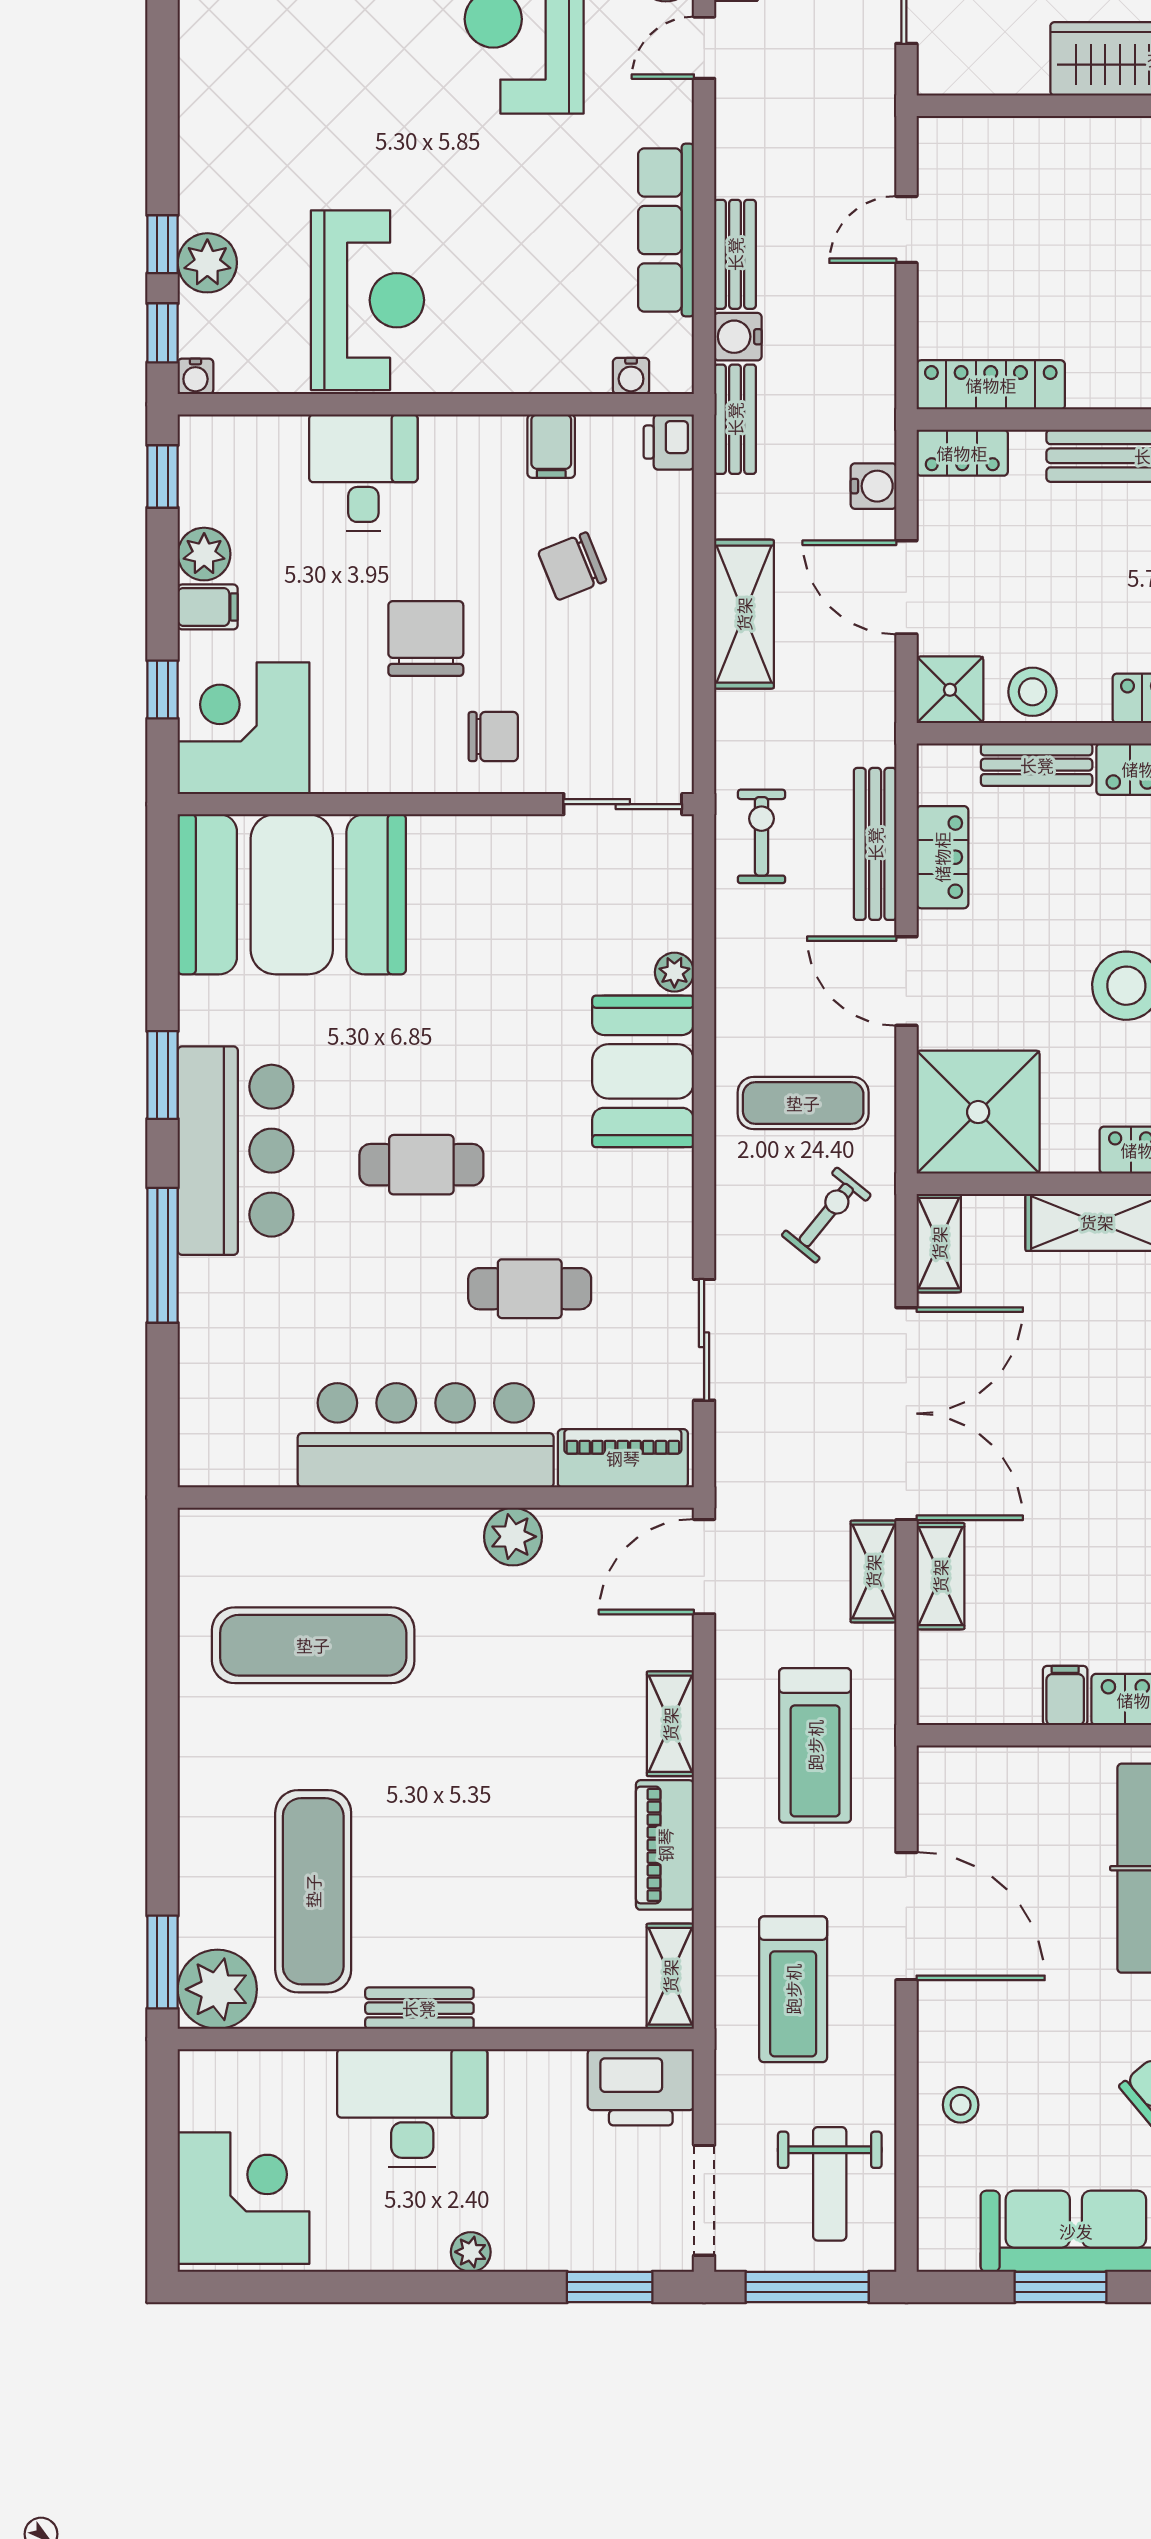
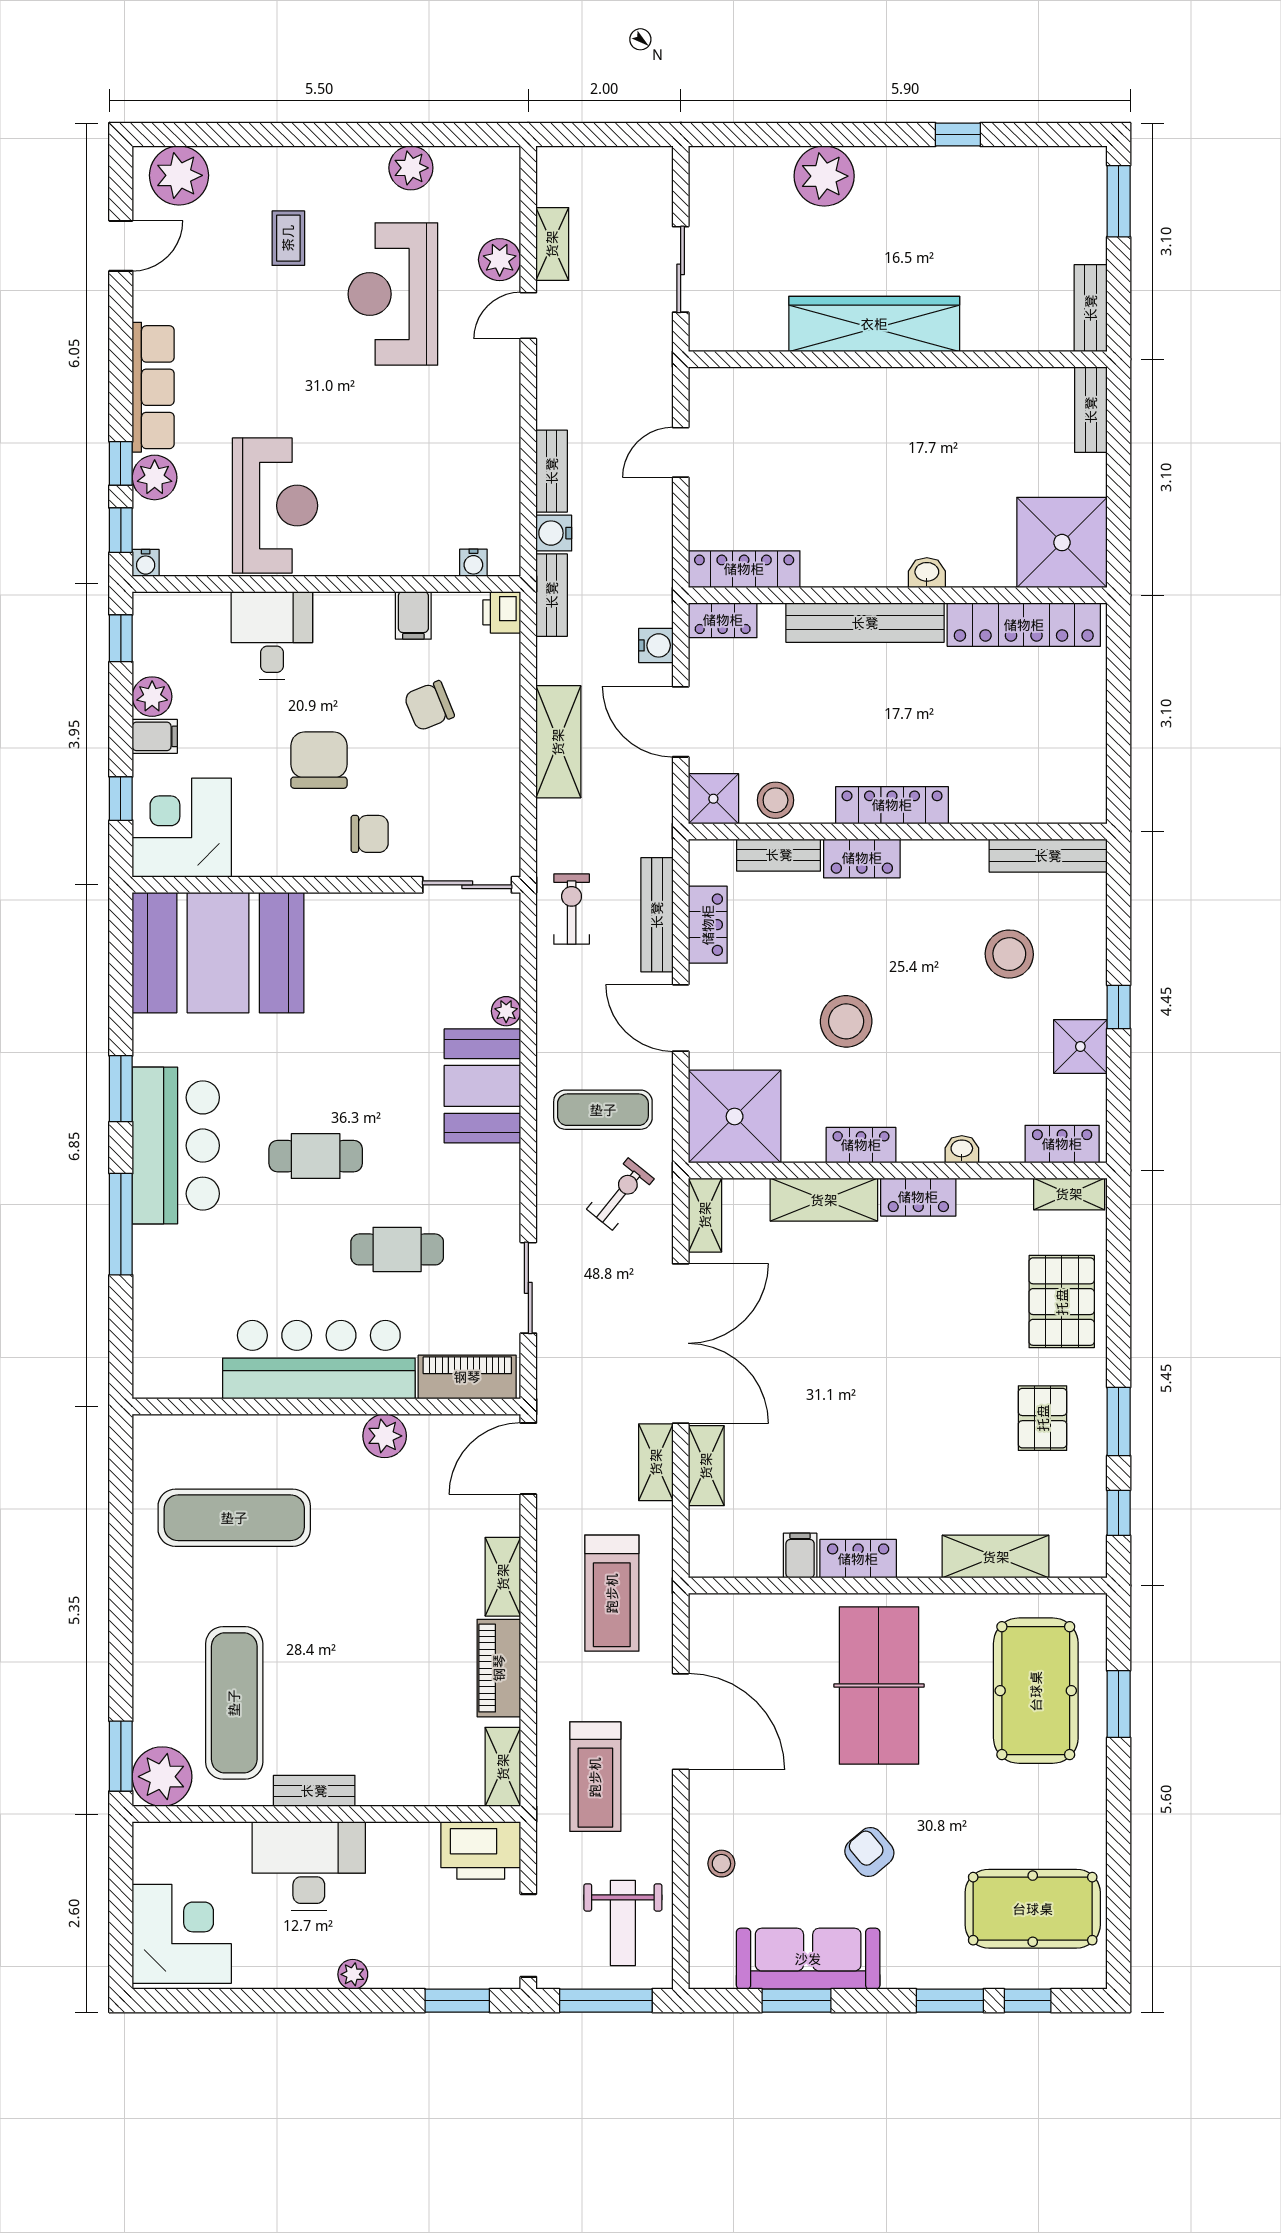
row of seats: (666, 230) -> (153, 387), moved, turned 180

